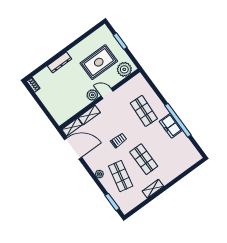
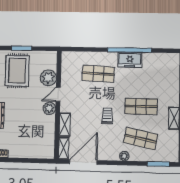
rug: (99, 62) -> (17, 71), moved
plant: (124, 69) -> (48, 78), moved

